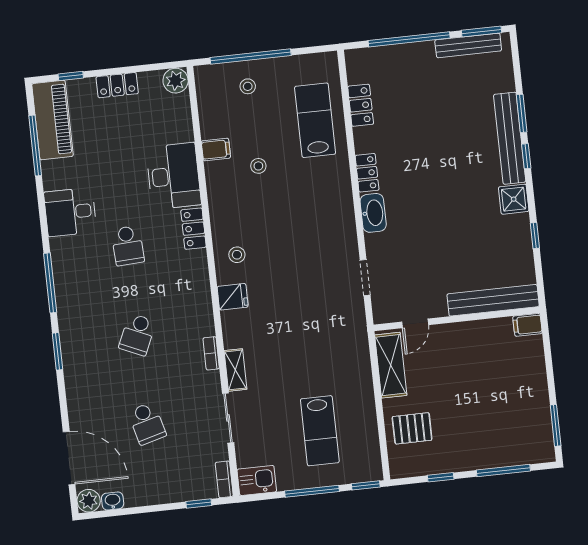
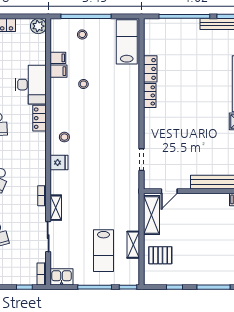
locker: (361, 105) -> (150, 69), moved
lab bench: (315, 120) -> (127, 42), moved
filing cabinet: (213, 128) -> (58, 58), added
washbasin: (373, 213) -> (151, 120), removed
shelving: (367, 416) -> (133, 245), added

